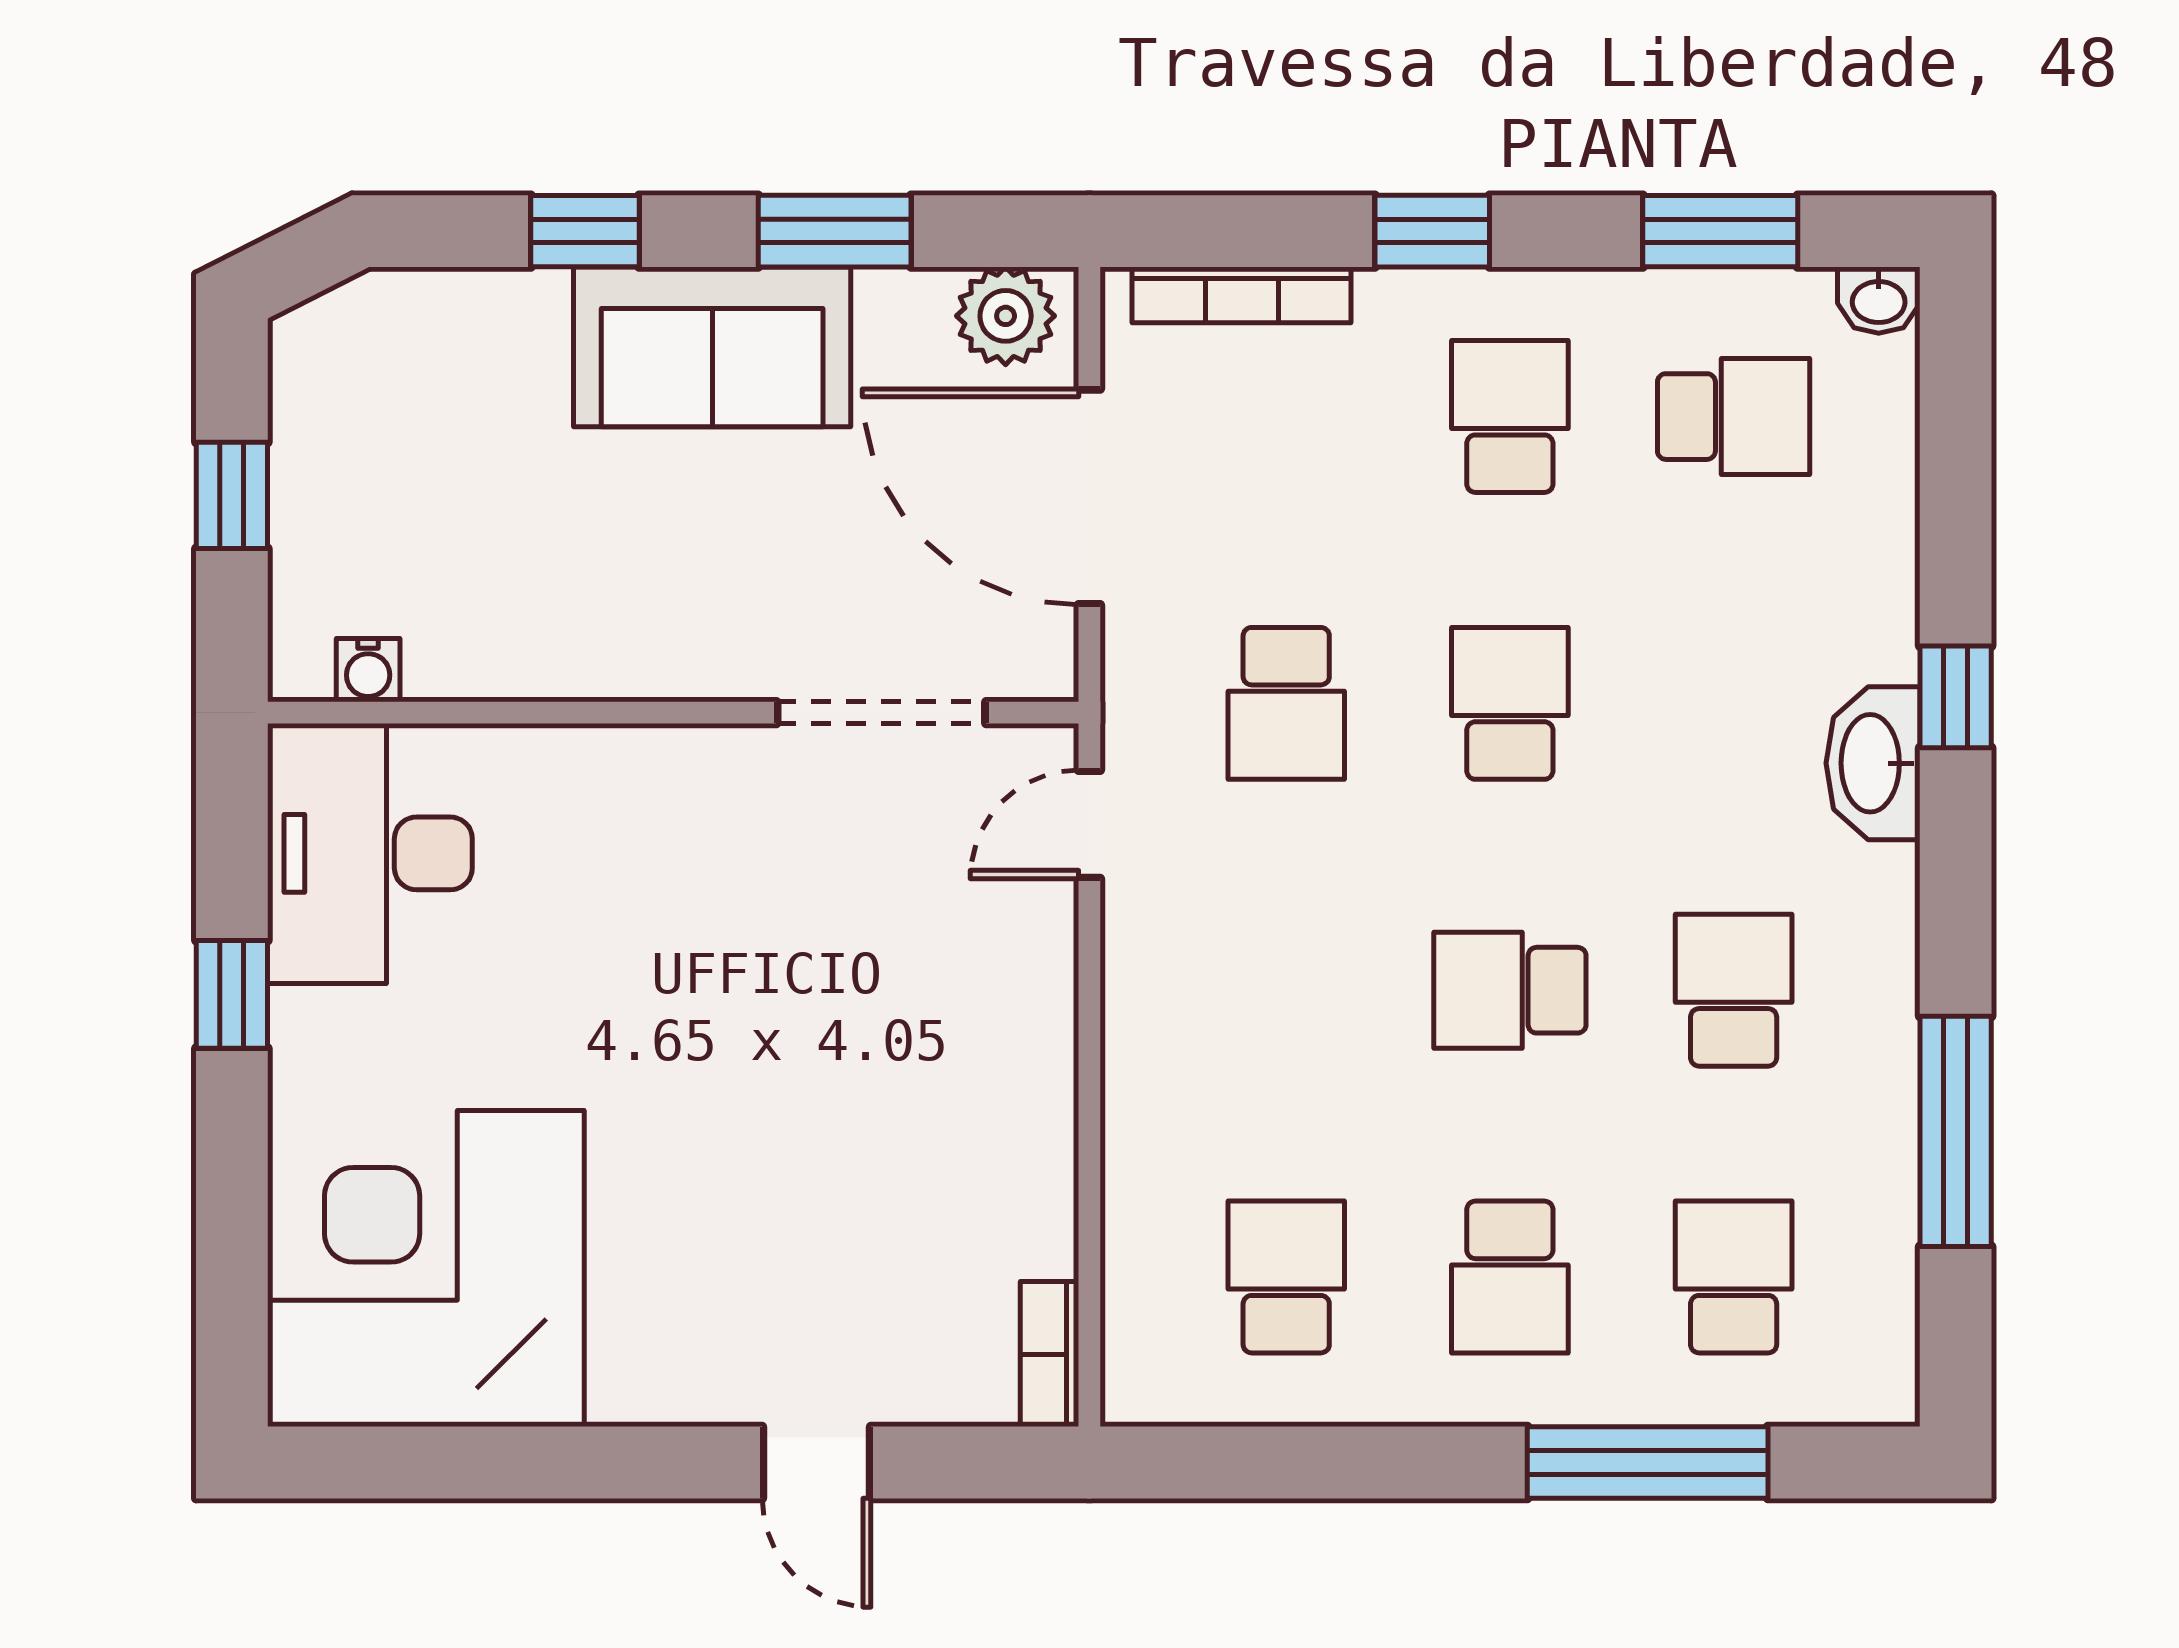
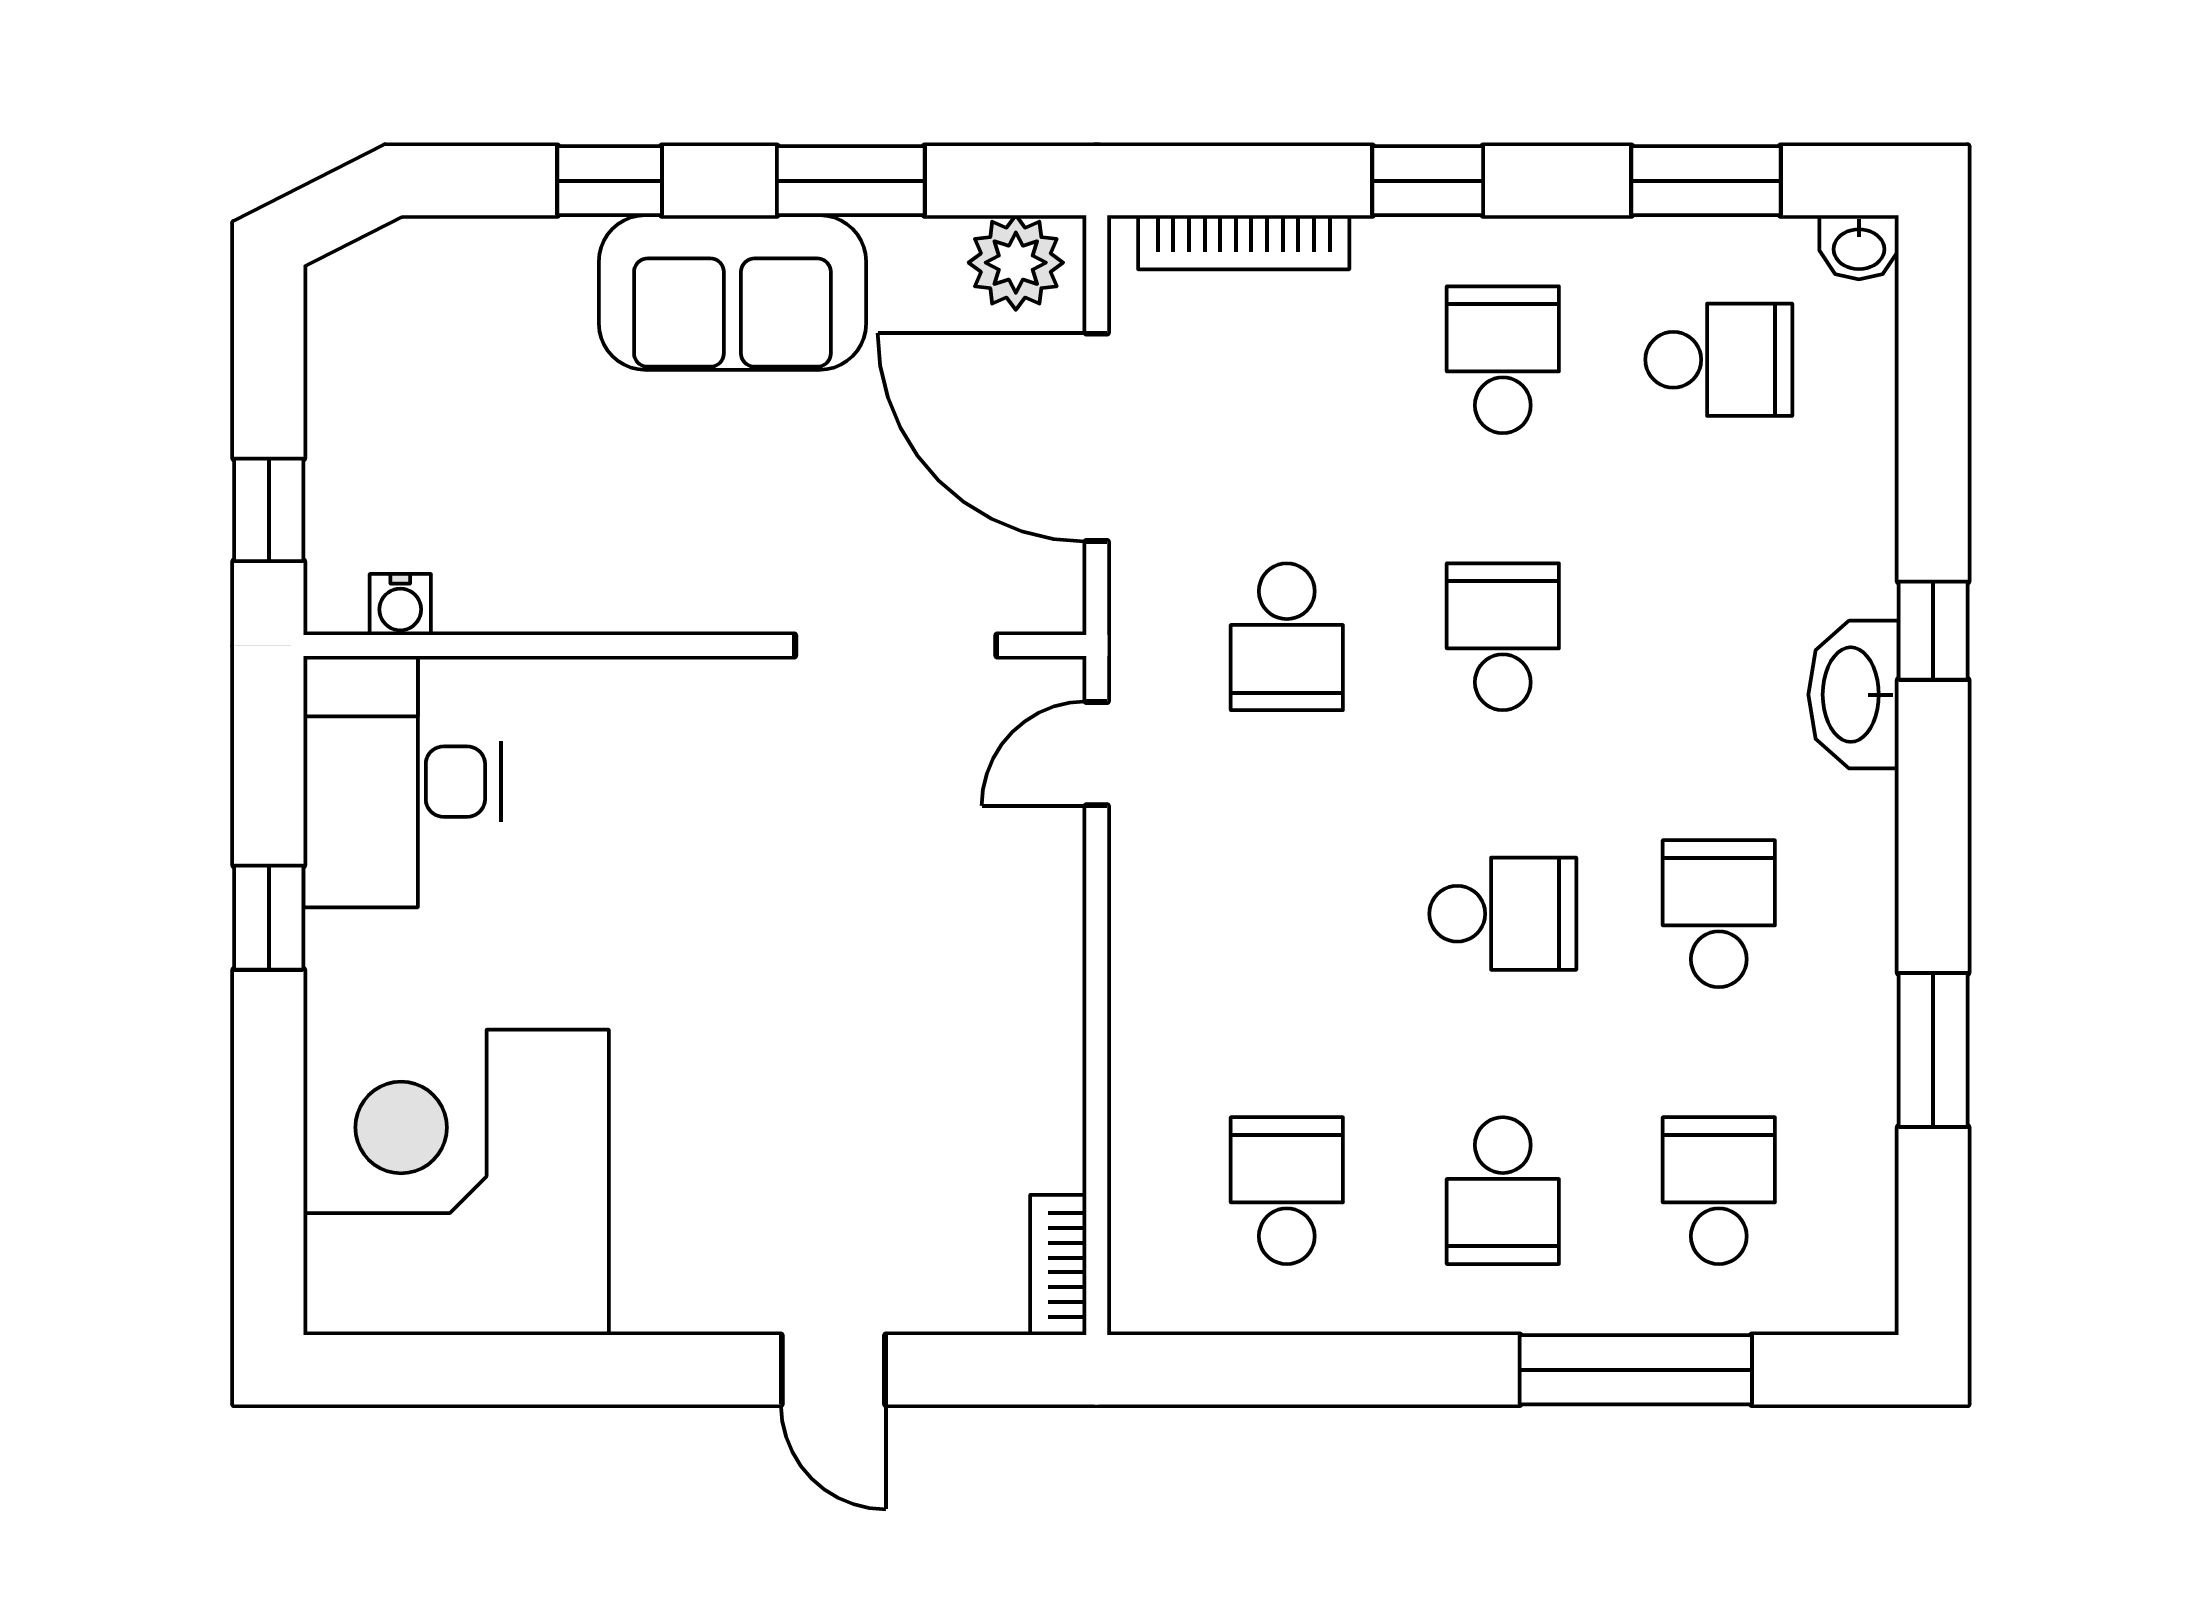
window: (232, 495) -> (269, 510), moved
school desk: (1510, 990) -> (1503, 914), turned 180
window: (1956, 1131) -> (1933, 1050), width x0.69

